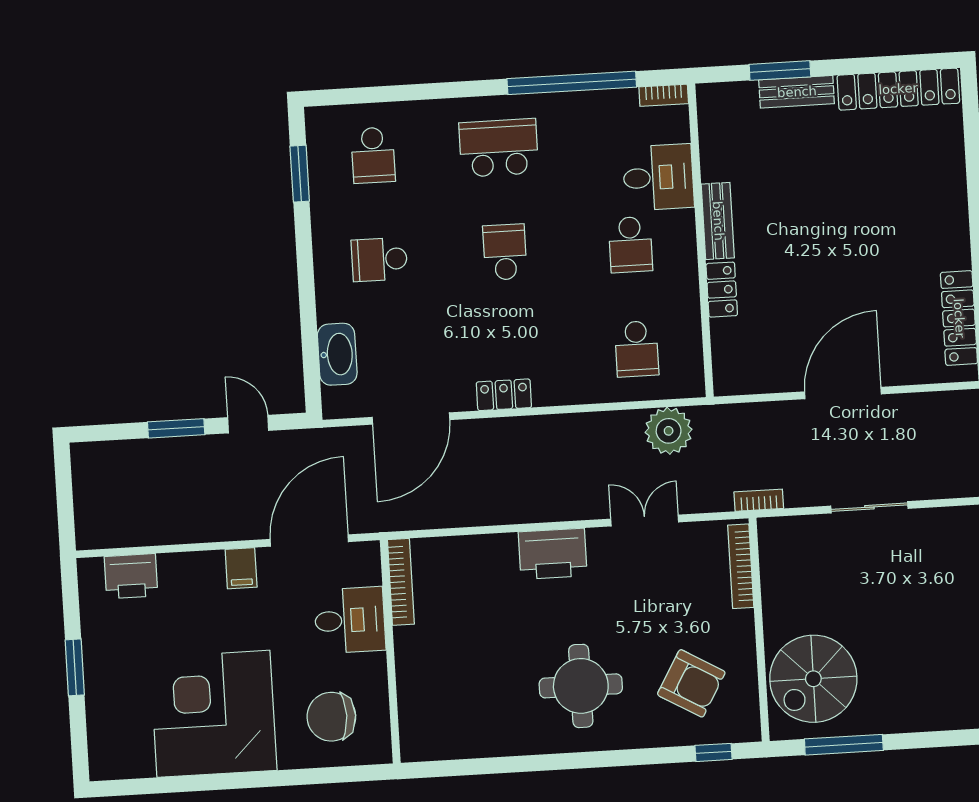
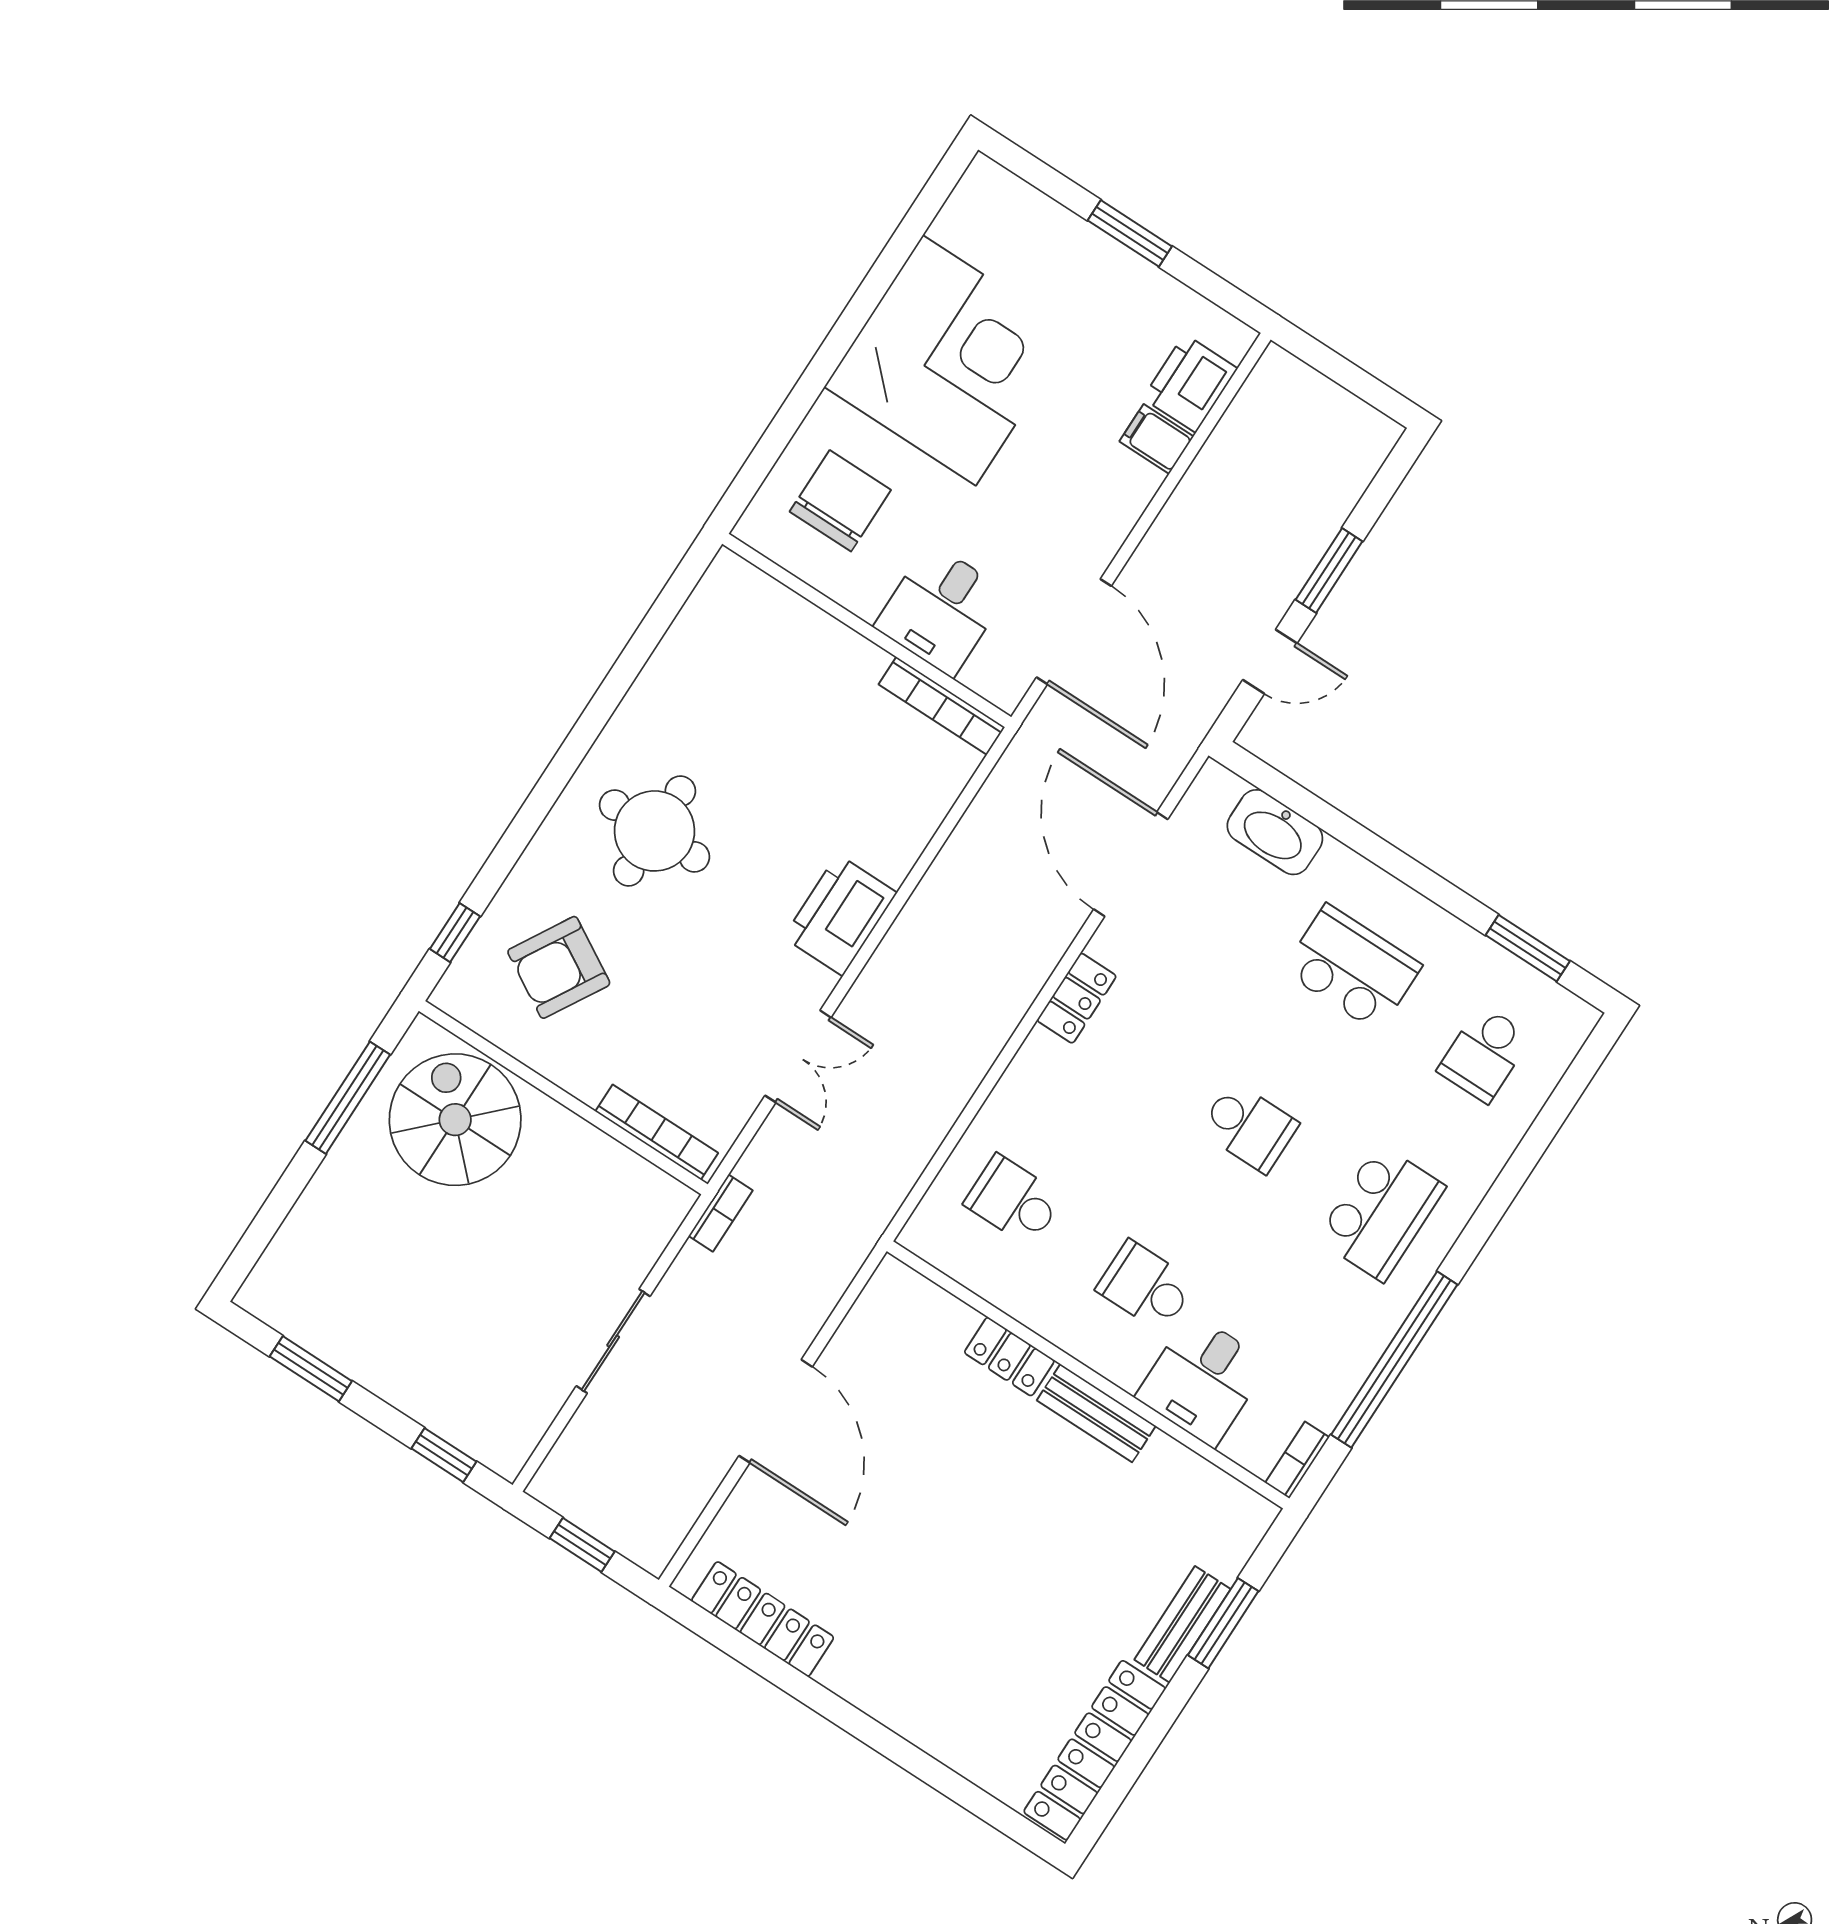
school desk: (373, 155) -> (1484, 1054), turned -90
school desk: (379, 259) -> (1352, 968), width x1.85
plant: (669, 431) -> (886, 1166), removed
filing cabinet: (241, 568) -> (1156, 439), moved

